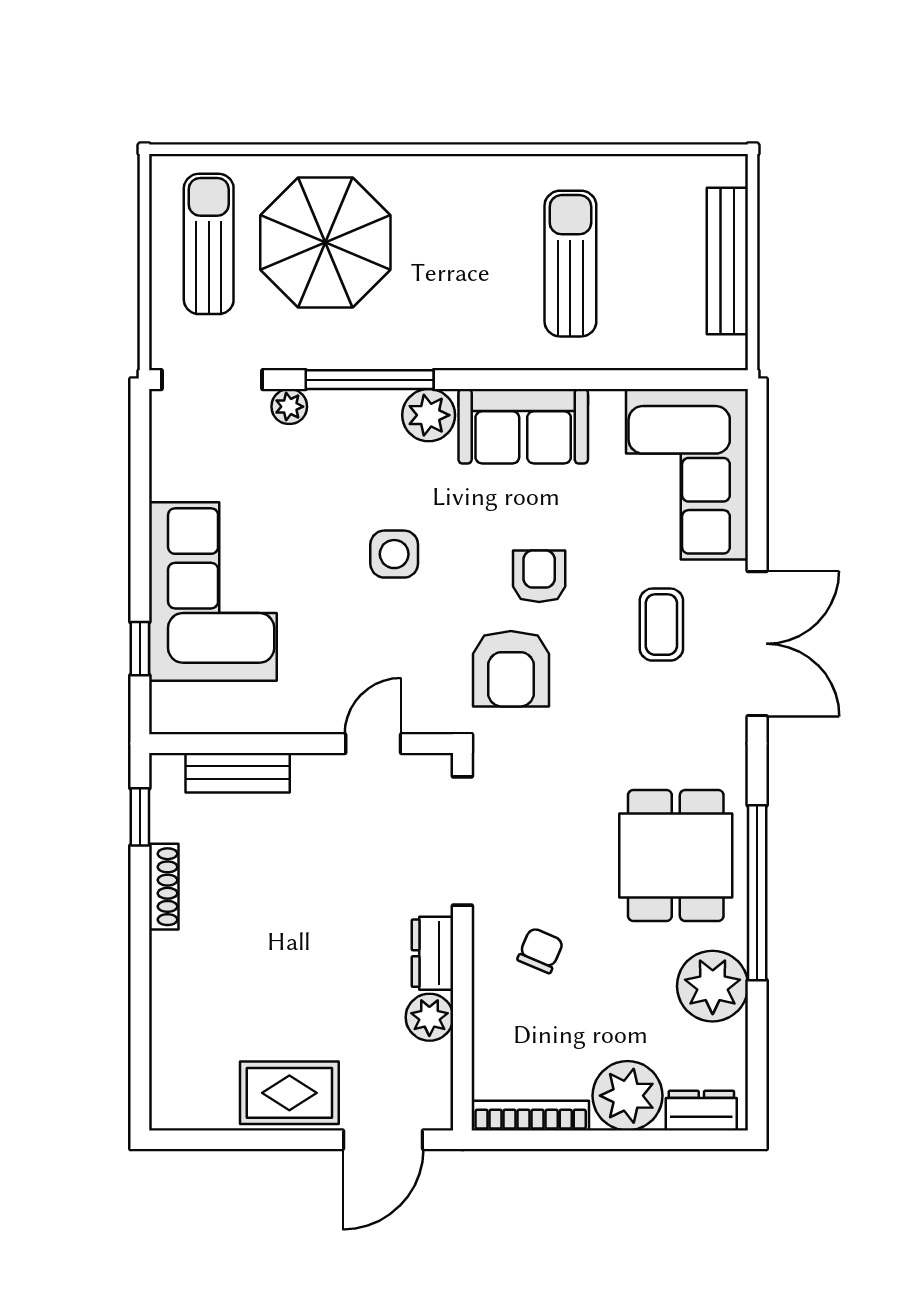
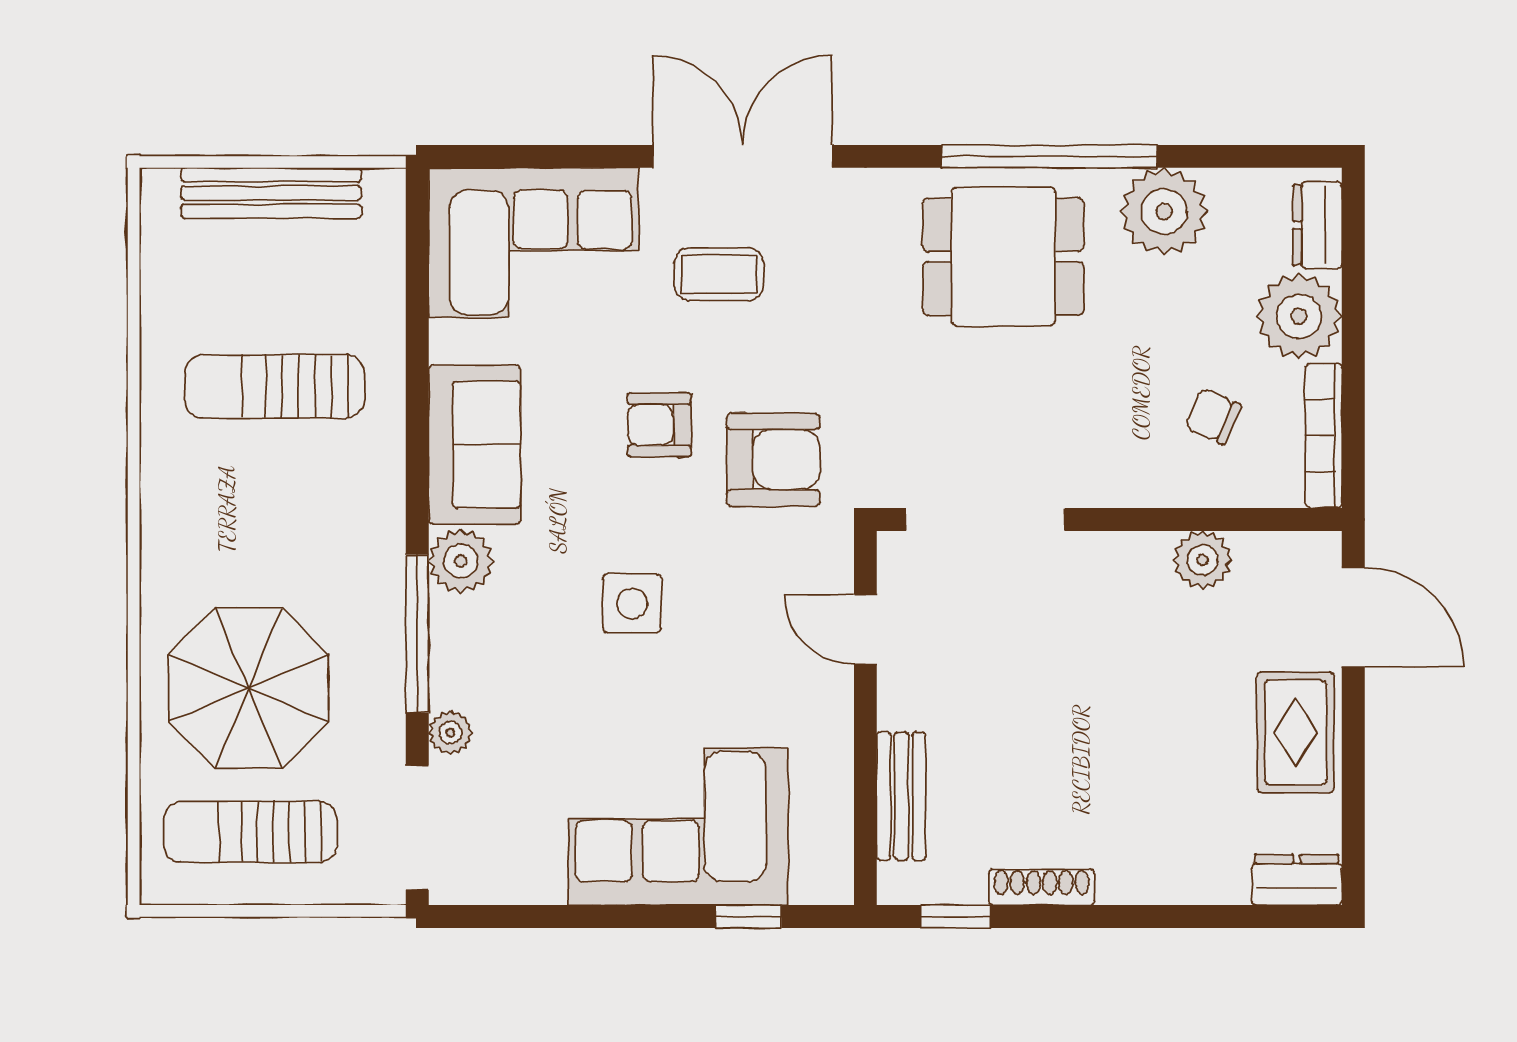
chair: (540, 950) -> (1213, 416), moved
dresser: (433, 953) -> (1297, 880), moved, turned 180

